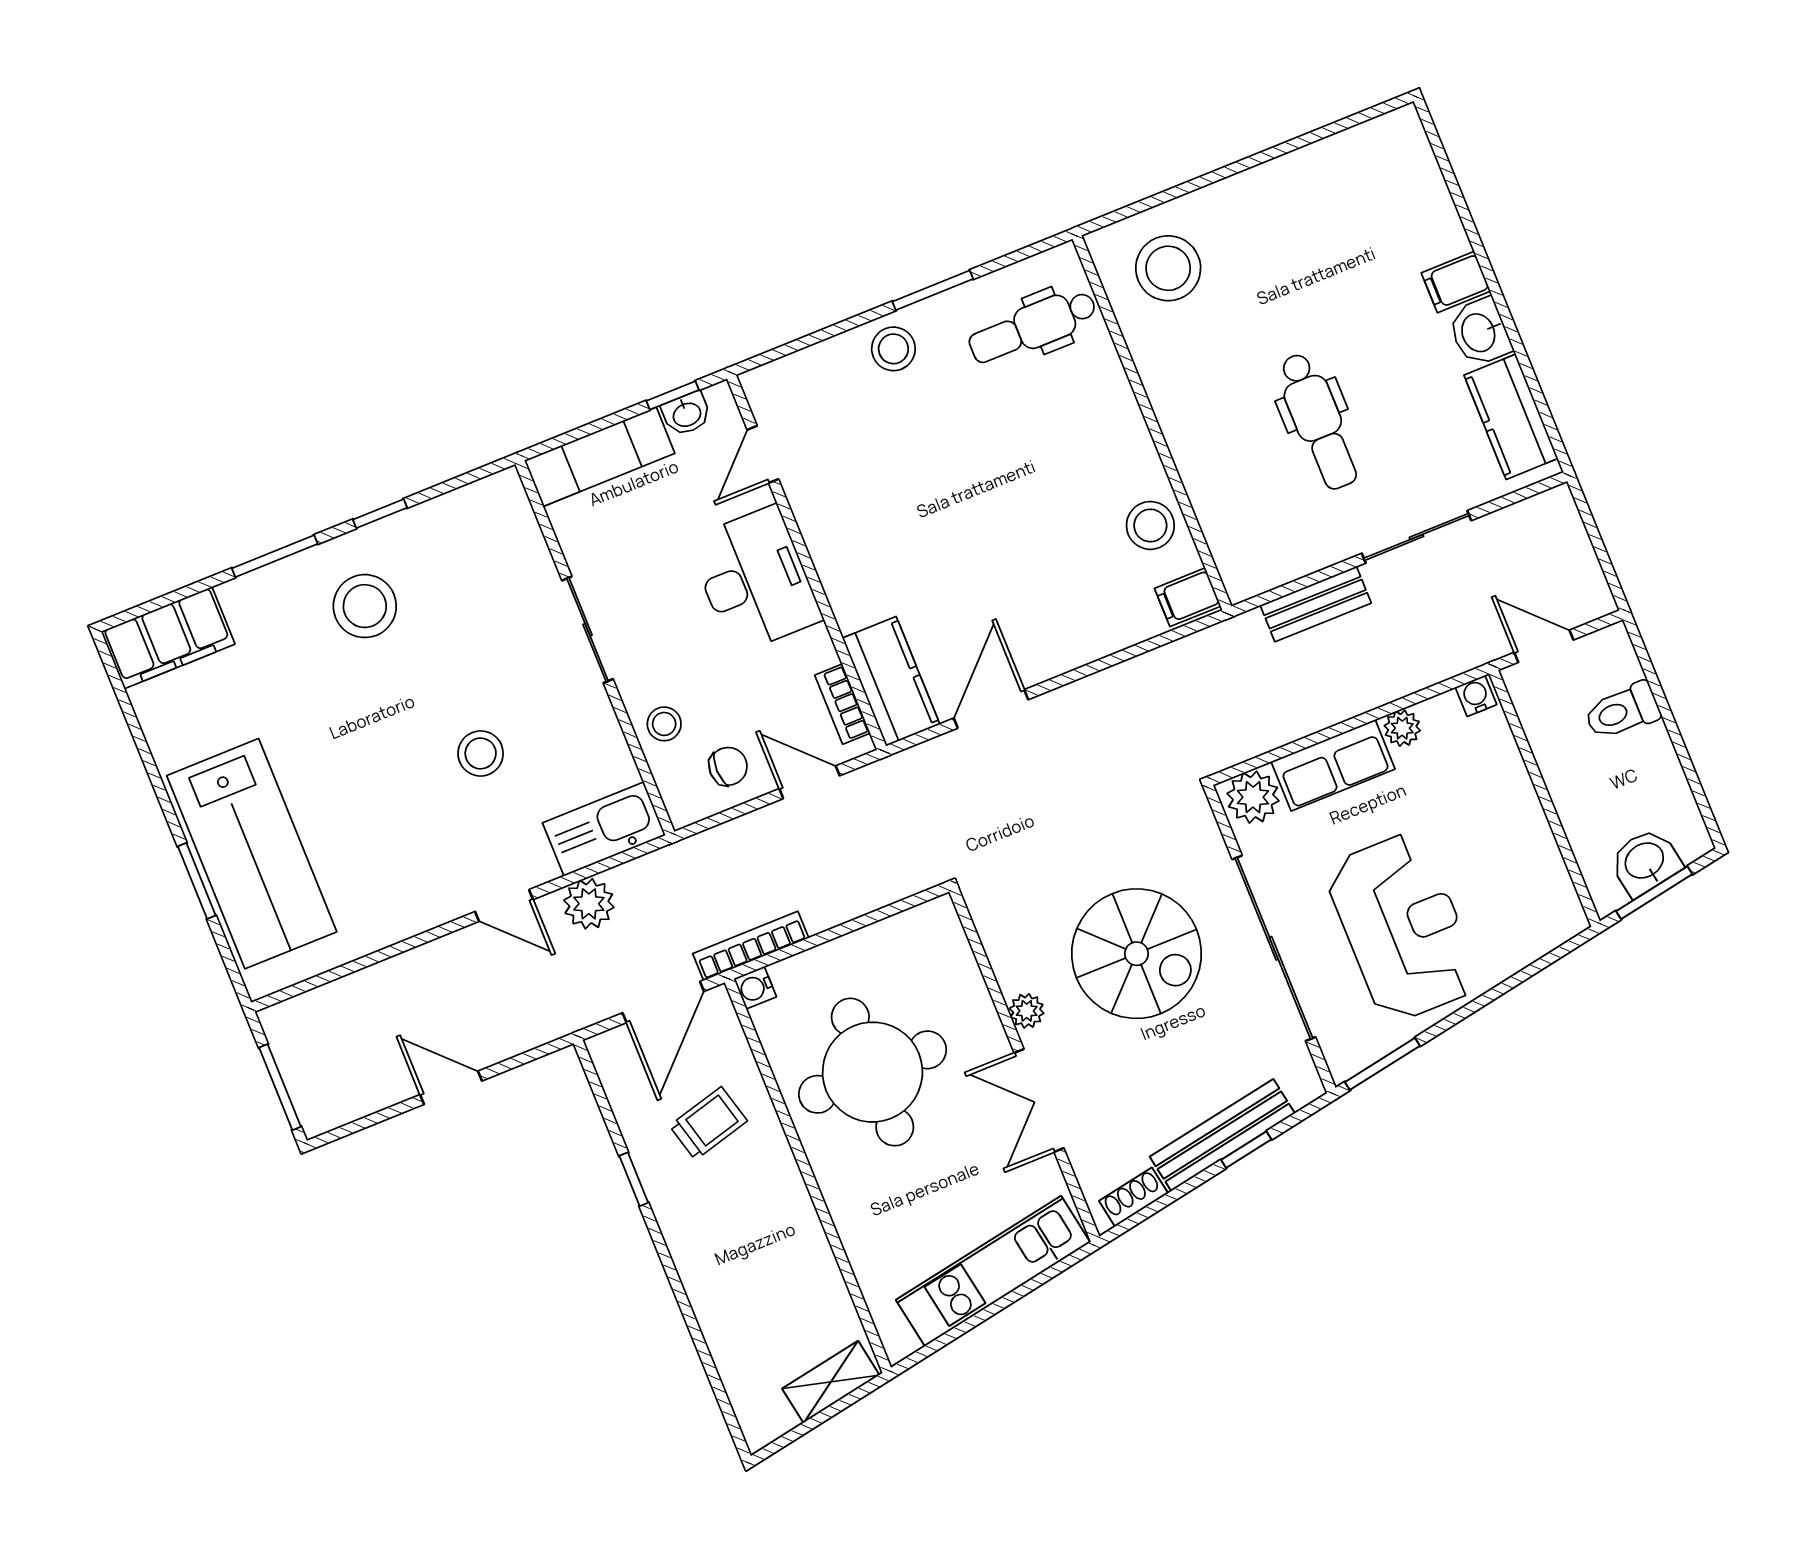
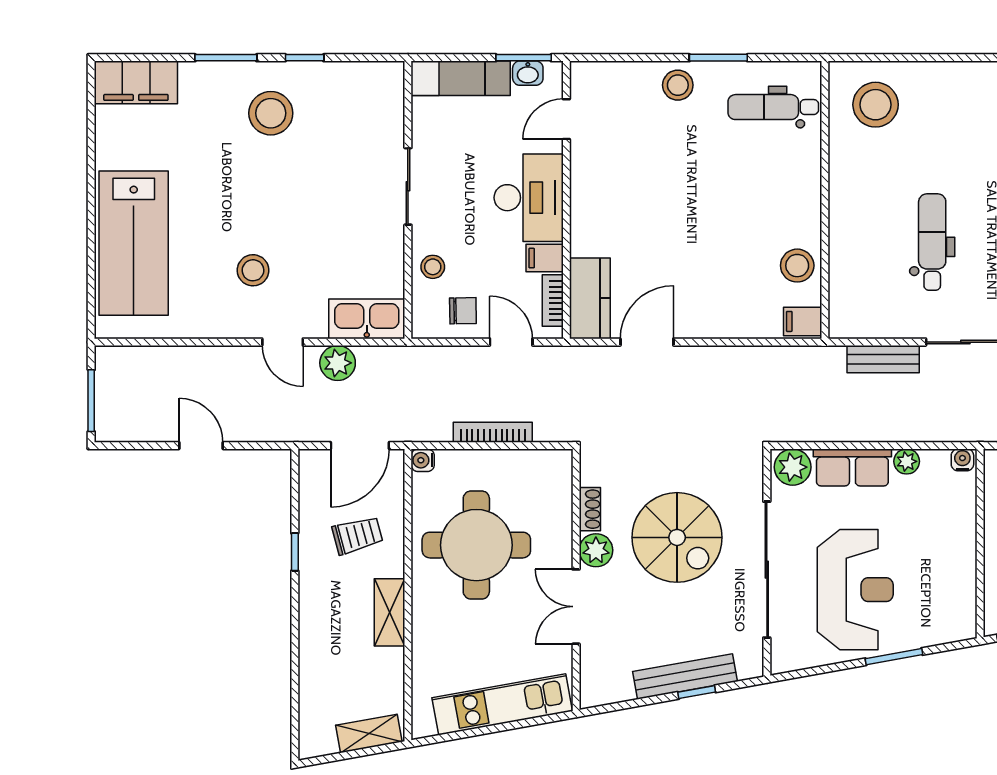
window: (673, 395) -> (524, 58), width x1.50
dental chair: (1318, 421) -> (932, 242), turned 180
filing cabinet: (809, 652) -> (545, 258), added
stool: (481, 753) -> (253, 270), moved
window: (197, 881) -> (91, 246), removed
bookcase: (751, 946) -> (493, 432), moved
plant: (1027, 1011) -> (596, 550), width x1.38, depth x1.38
window: (1382, 1064) -> (894, 657), moved
shoe rack: (1134, 1197) -> (590, 509), moved, turned 100
shelving: (793, 1209) -> (390, 612), added

